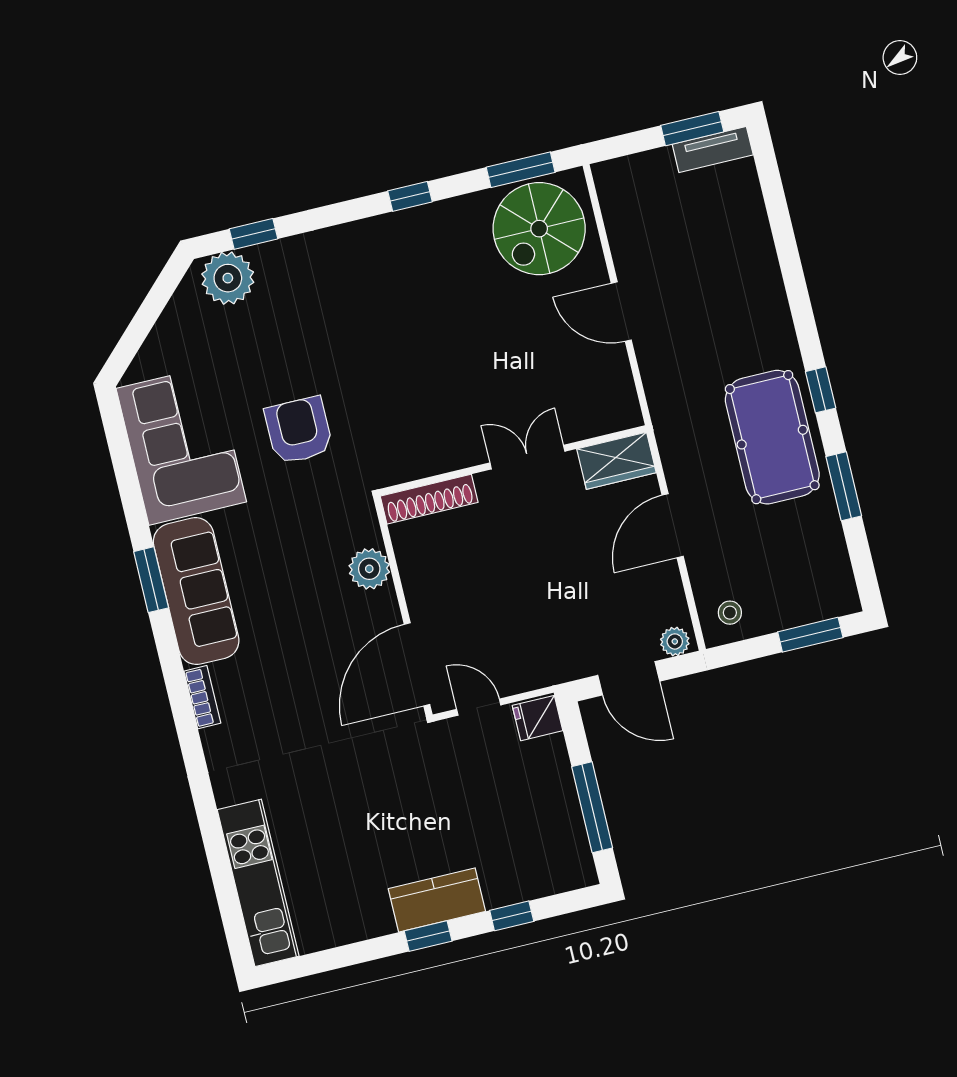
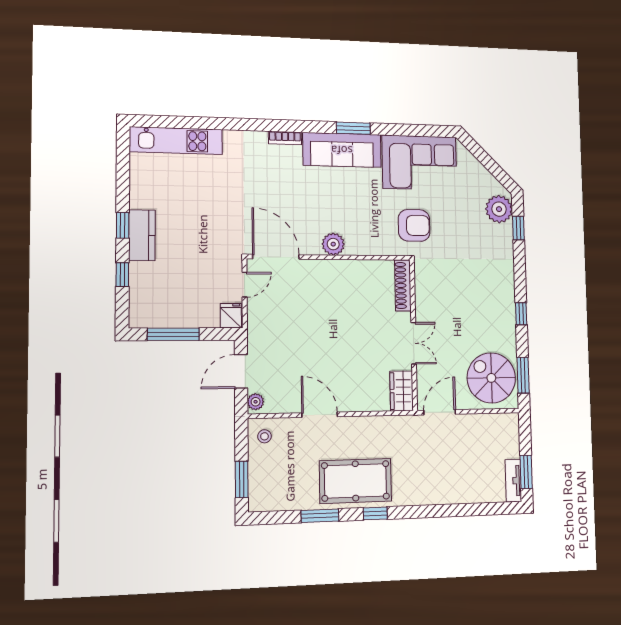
double door: (527, 457) -> (414, 343), moved
wall: (513, 461) -> (413, 335), moved
wardrobe: (616, 461) -> (402, 391), moved
shoe rack: (429, 499) -> (403, 285), moved

